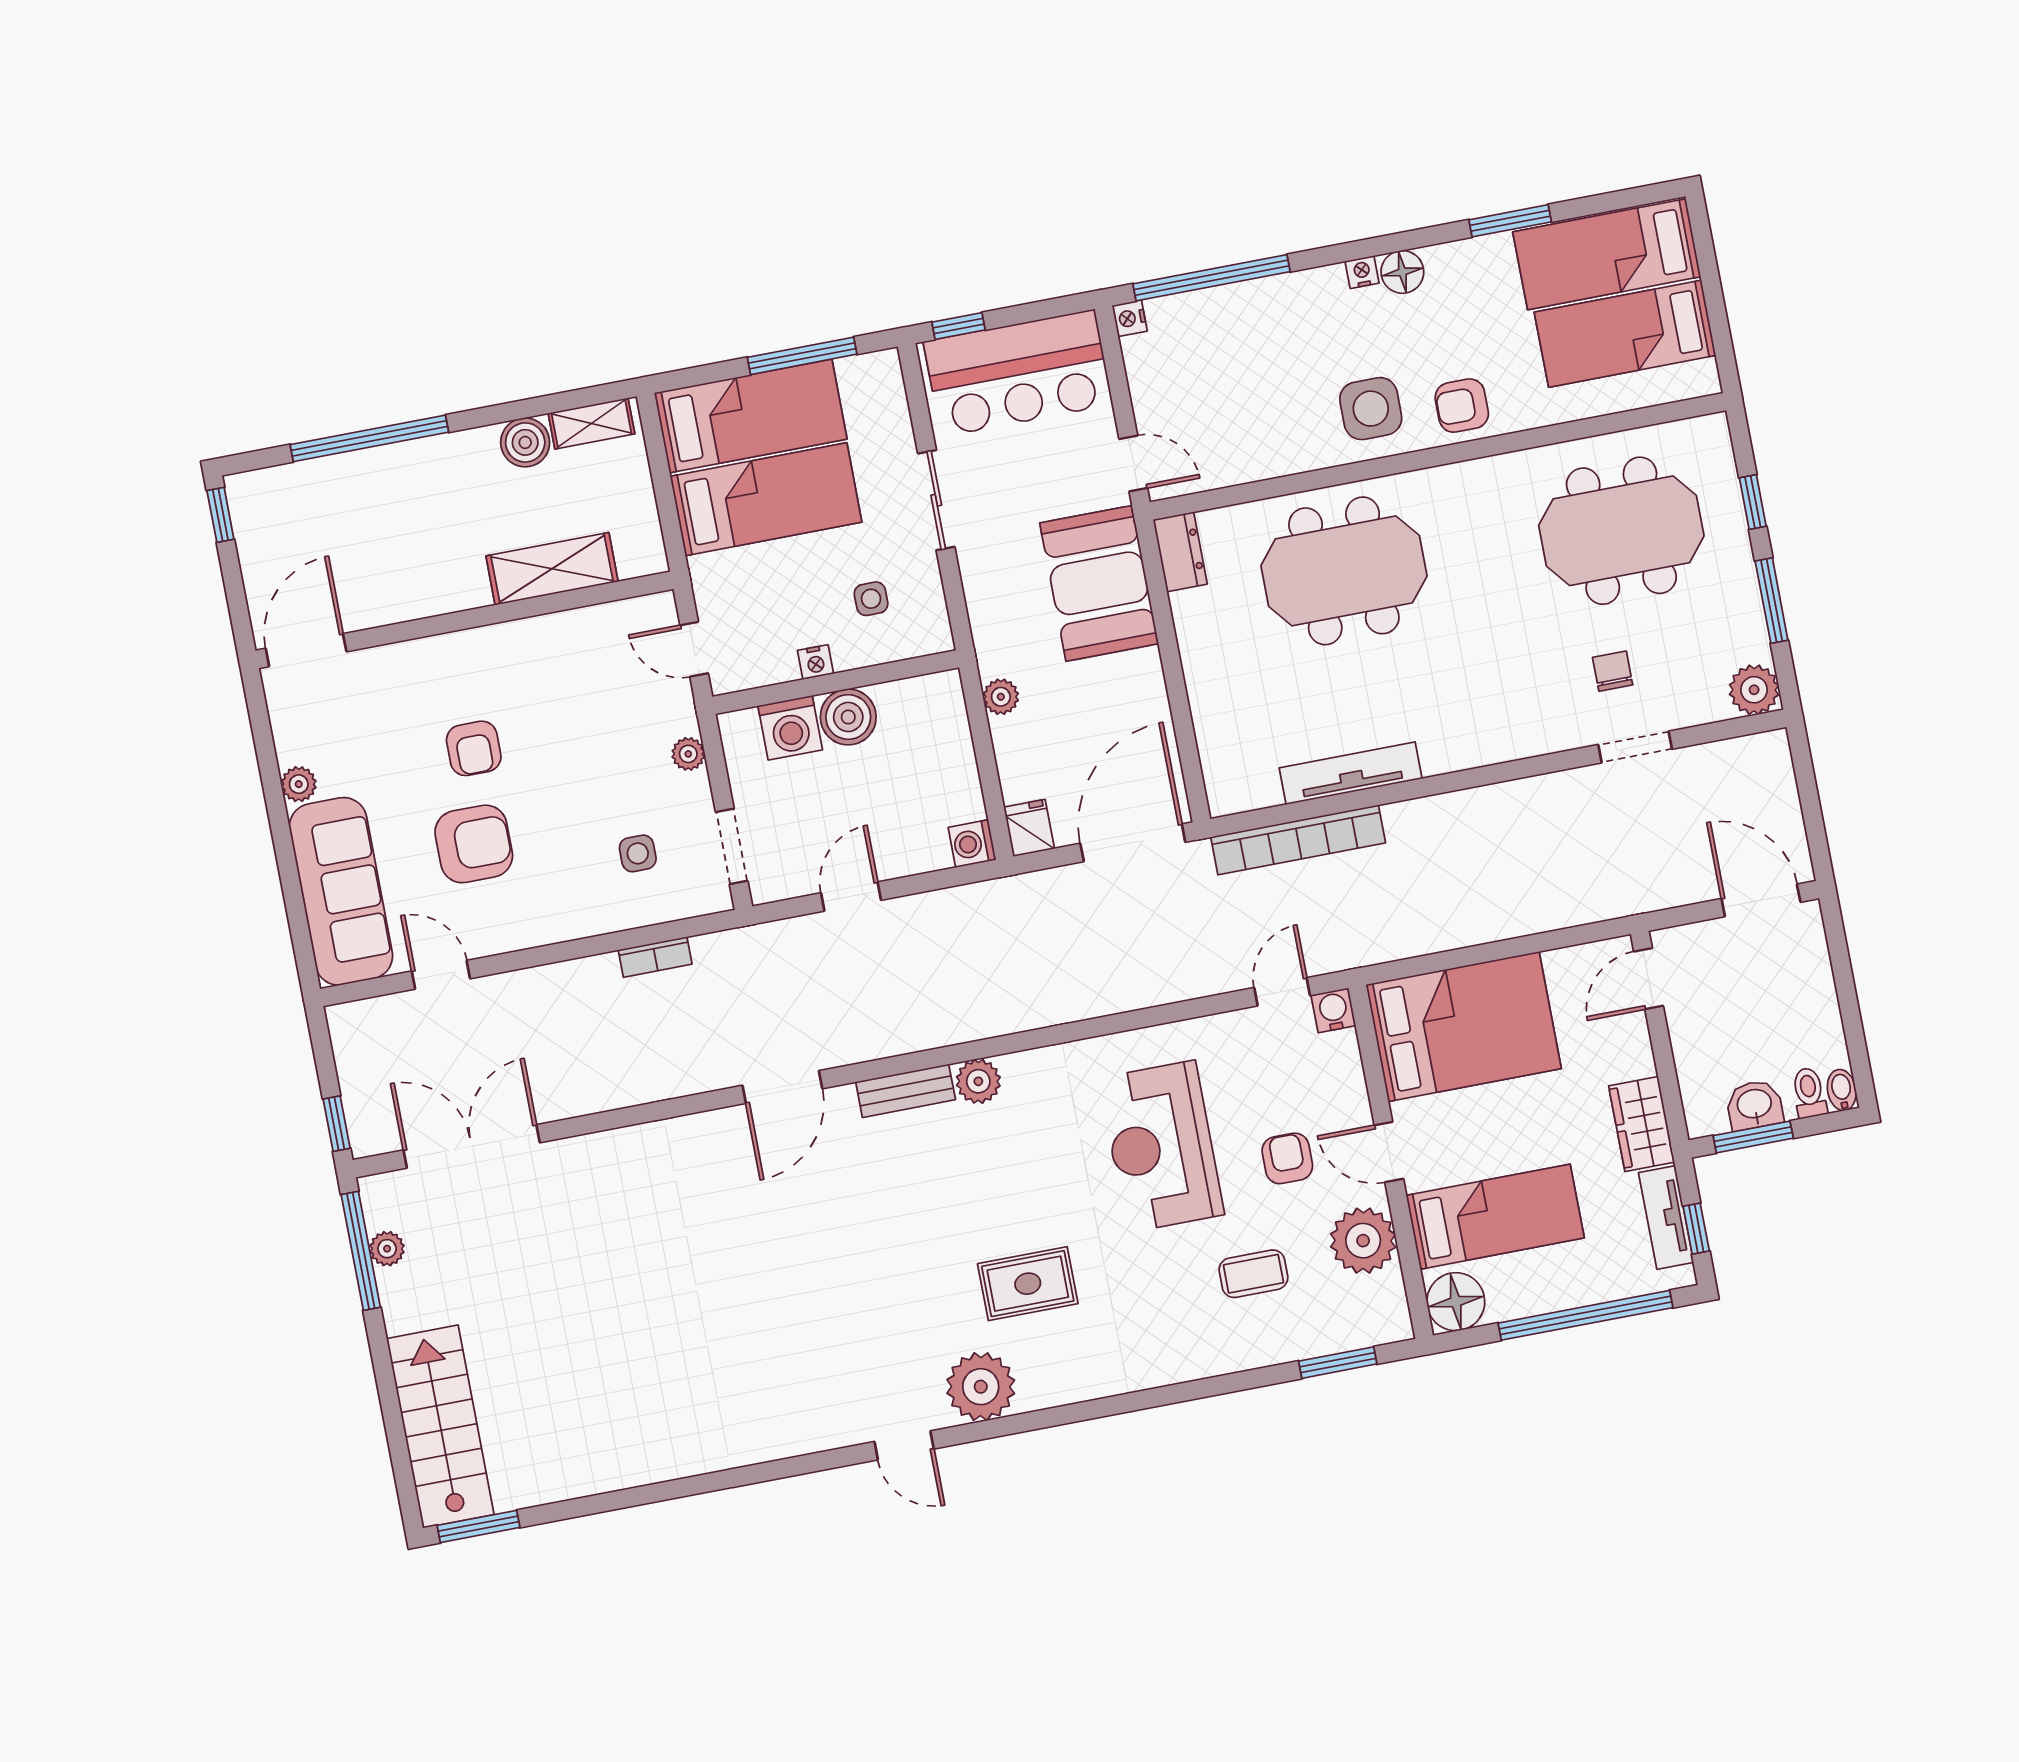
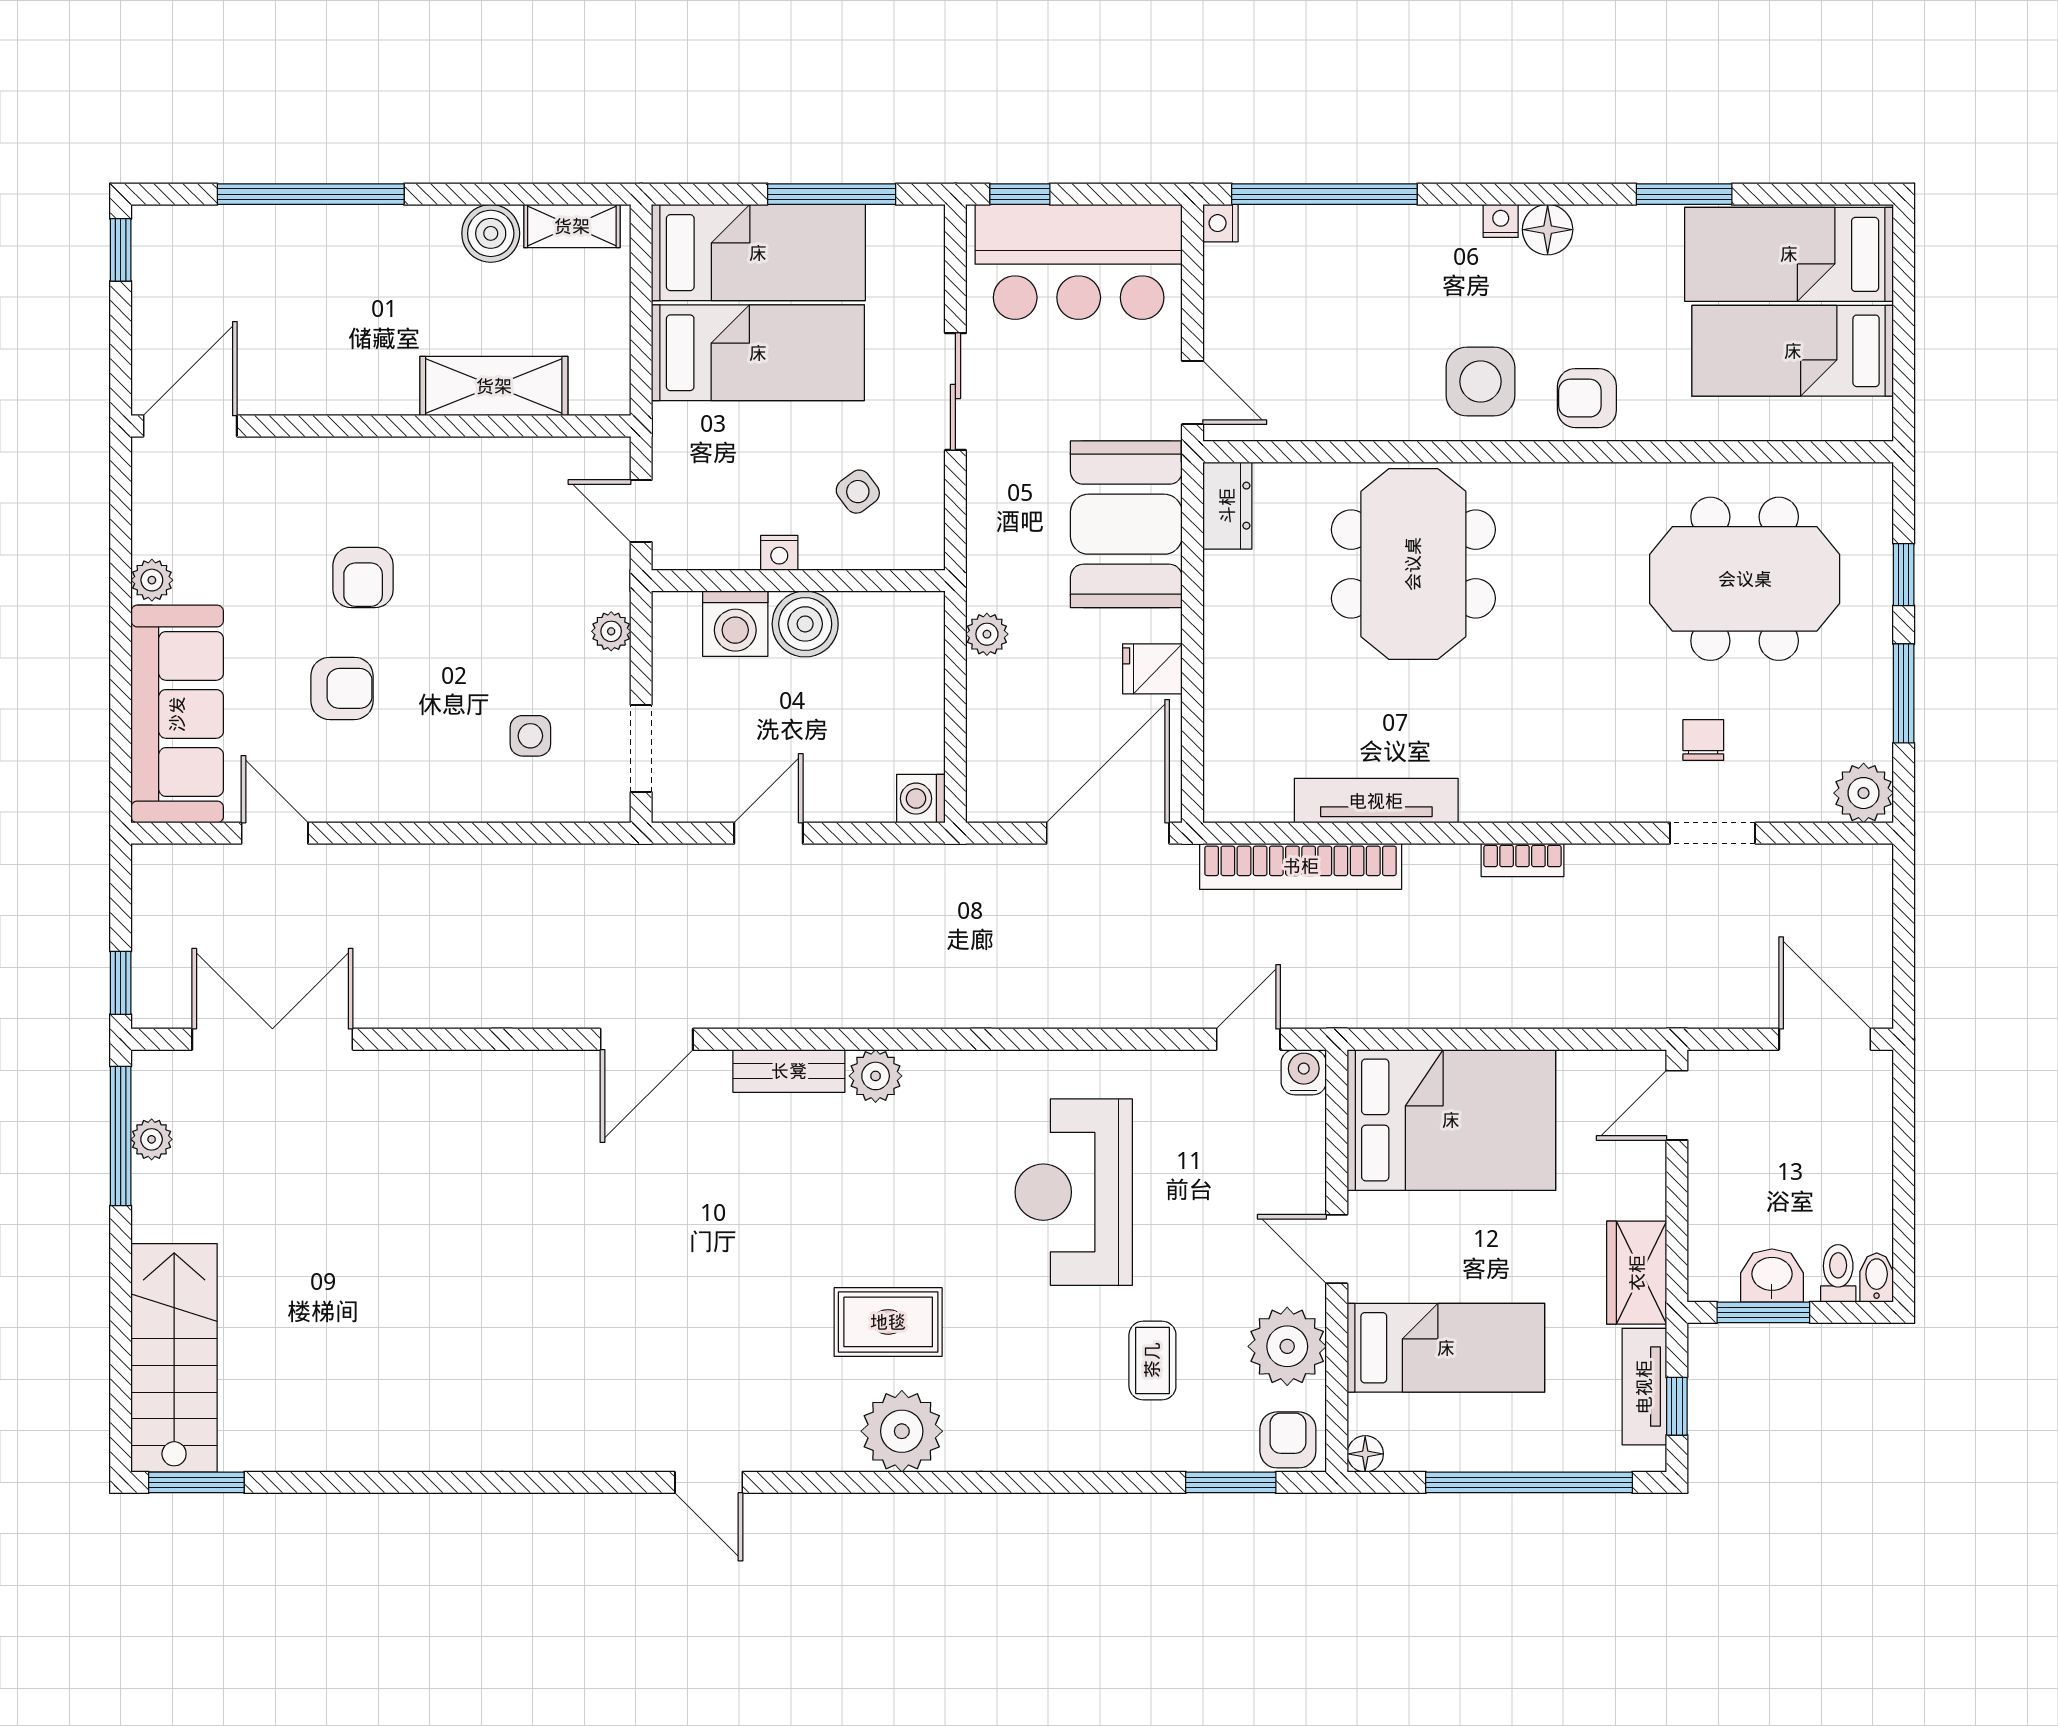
meeting table: (1344, 571) -> (1413, 564), turned 90
side table: (871, 599) -> (858, 492), turned -37
fridge: (1029, 828) -> (1152, 669), moved, turned -90
armchair: (474, 844) -> (342, 688), width x0.72, depth x0.72
bookcase: (655, 957) -> (1522, 860), moved
armchair: (1287, 1158) -> (1288, 1440), moved
coffee table: (1253, 1274) -> (1152, 1360), turned 90
floor lamp: (1456, 1302) -> (1365, 1454), width x0.53, depth x0.53
plant: (981, 1387) -> (902, 1431), moved

